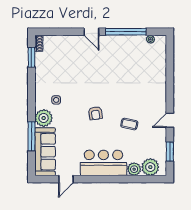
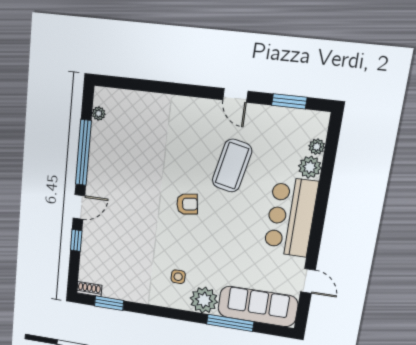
window: (70, 32) -> (76, 240), added
armchair: (95, 113) -> (187, 204), moved
coffee table: (129, 124) -> (232, 166), width x1.86, depth x1.72
plant: (150, 167) -> (317, 147), width x0.53, depth x0.53

